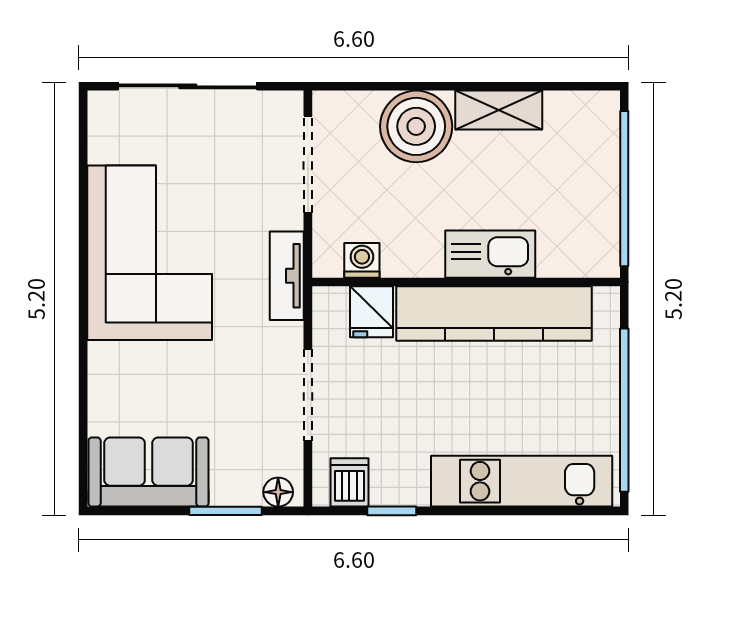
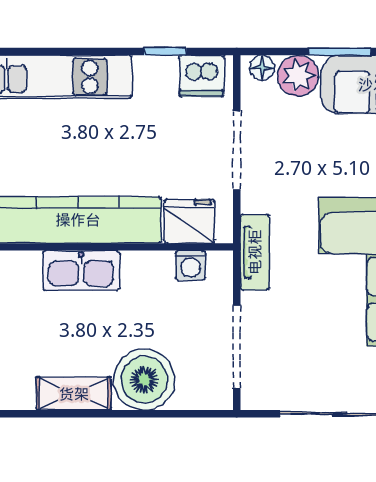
fridge: (372, 312) -> (189, 221), width x1.38
dishwasher: (349, 482) -> (201, 76), width x1.38
plant: (236, 483) -> (298, 76), added
window: (226, 511) -> (340, 51), moved

